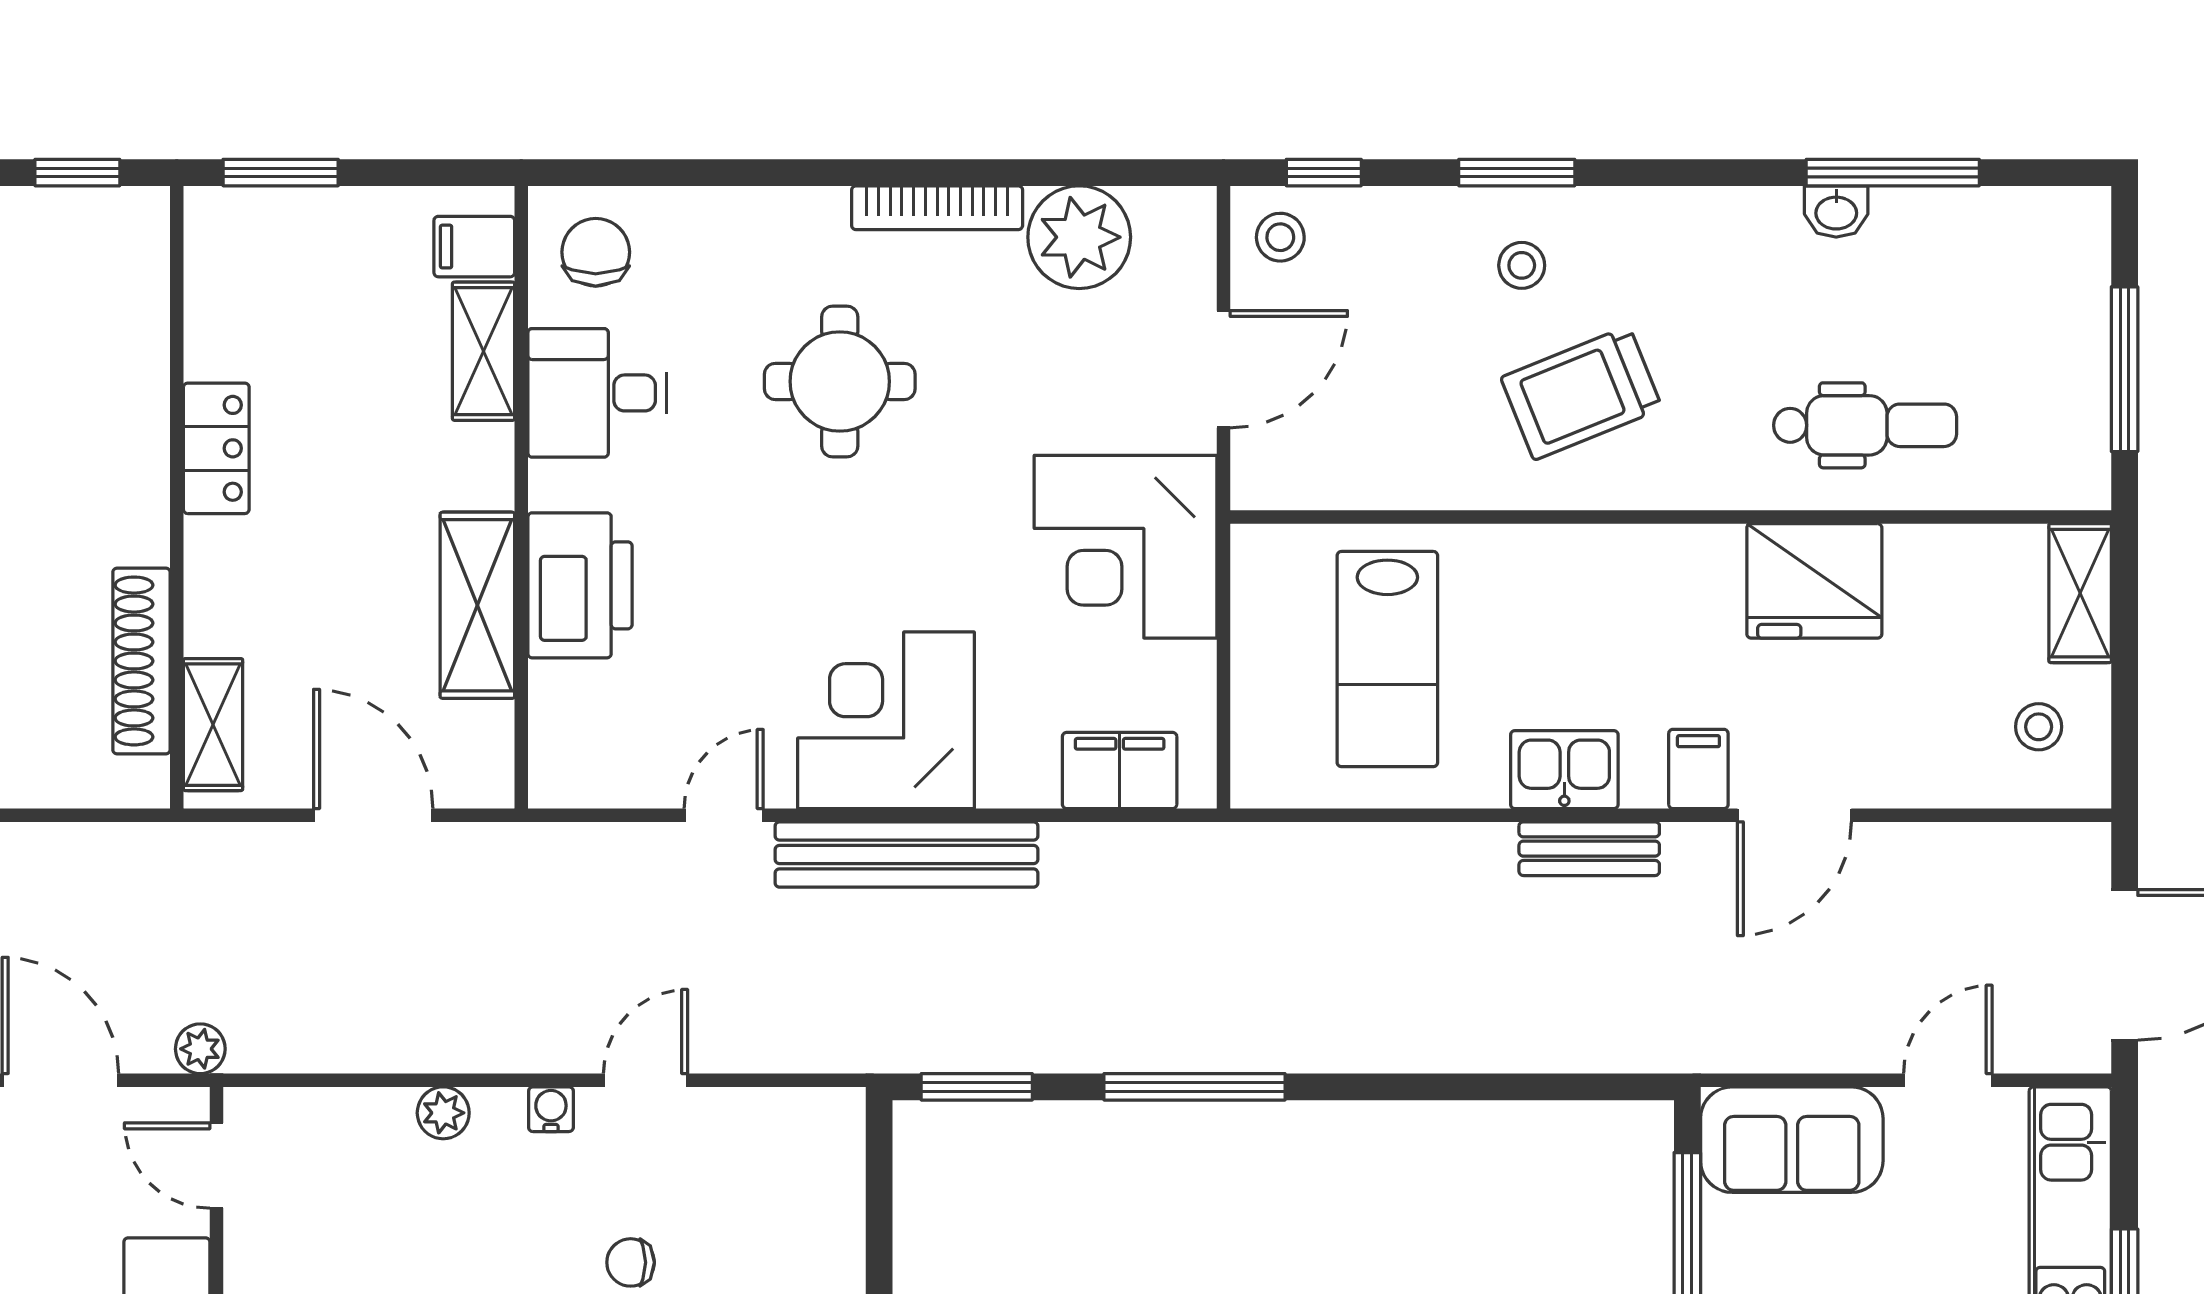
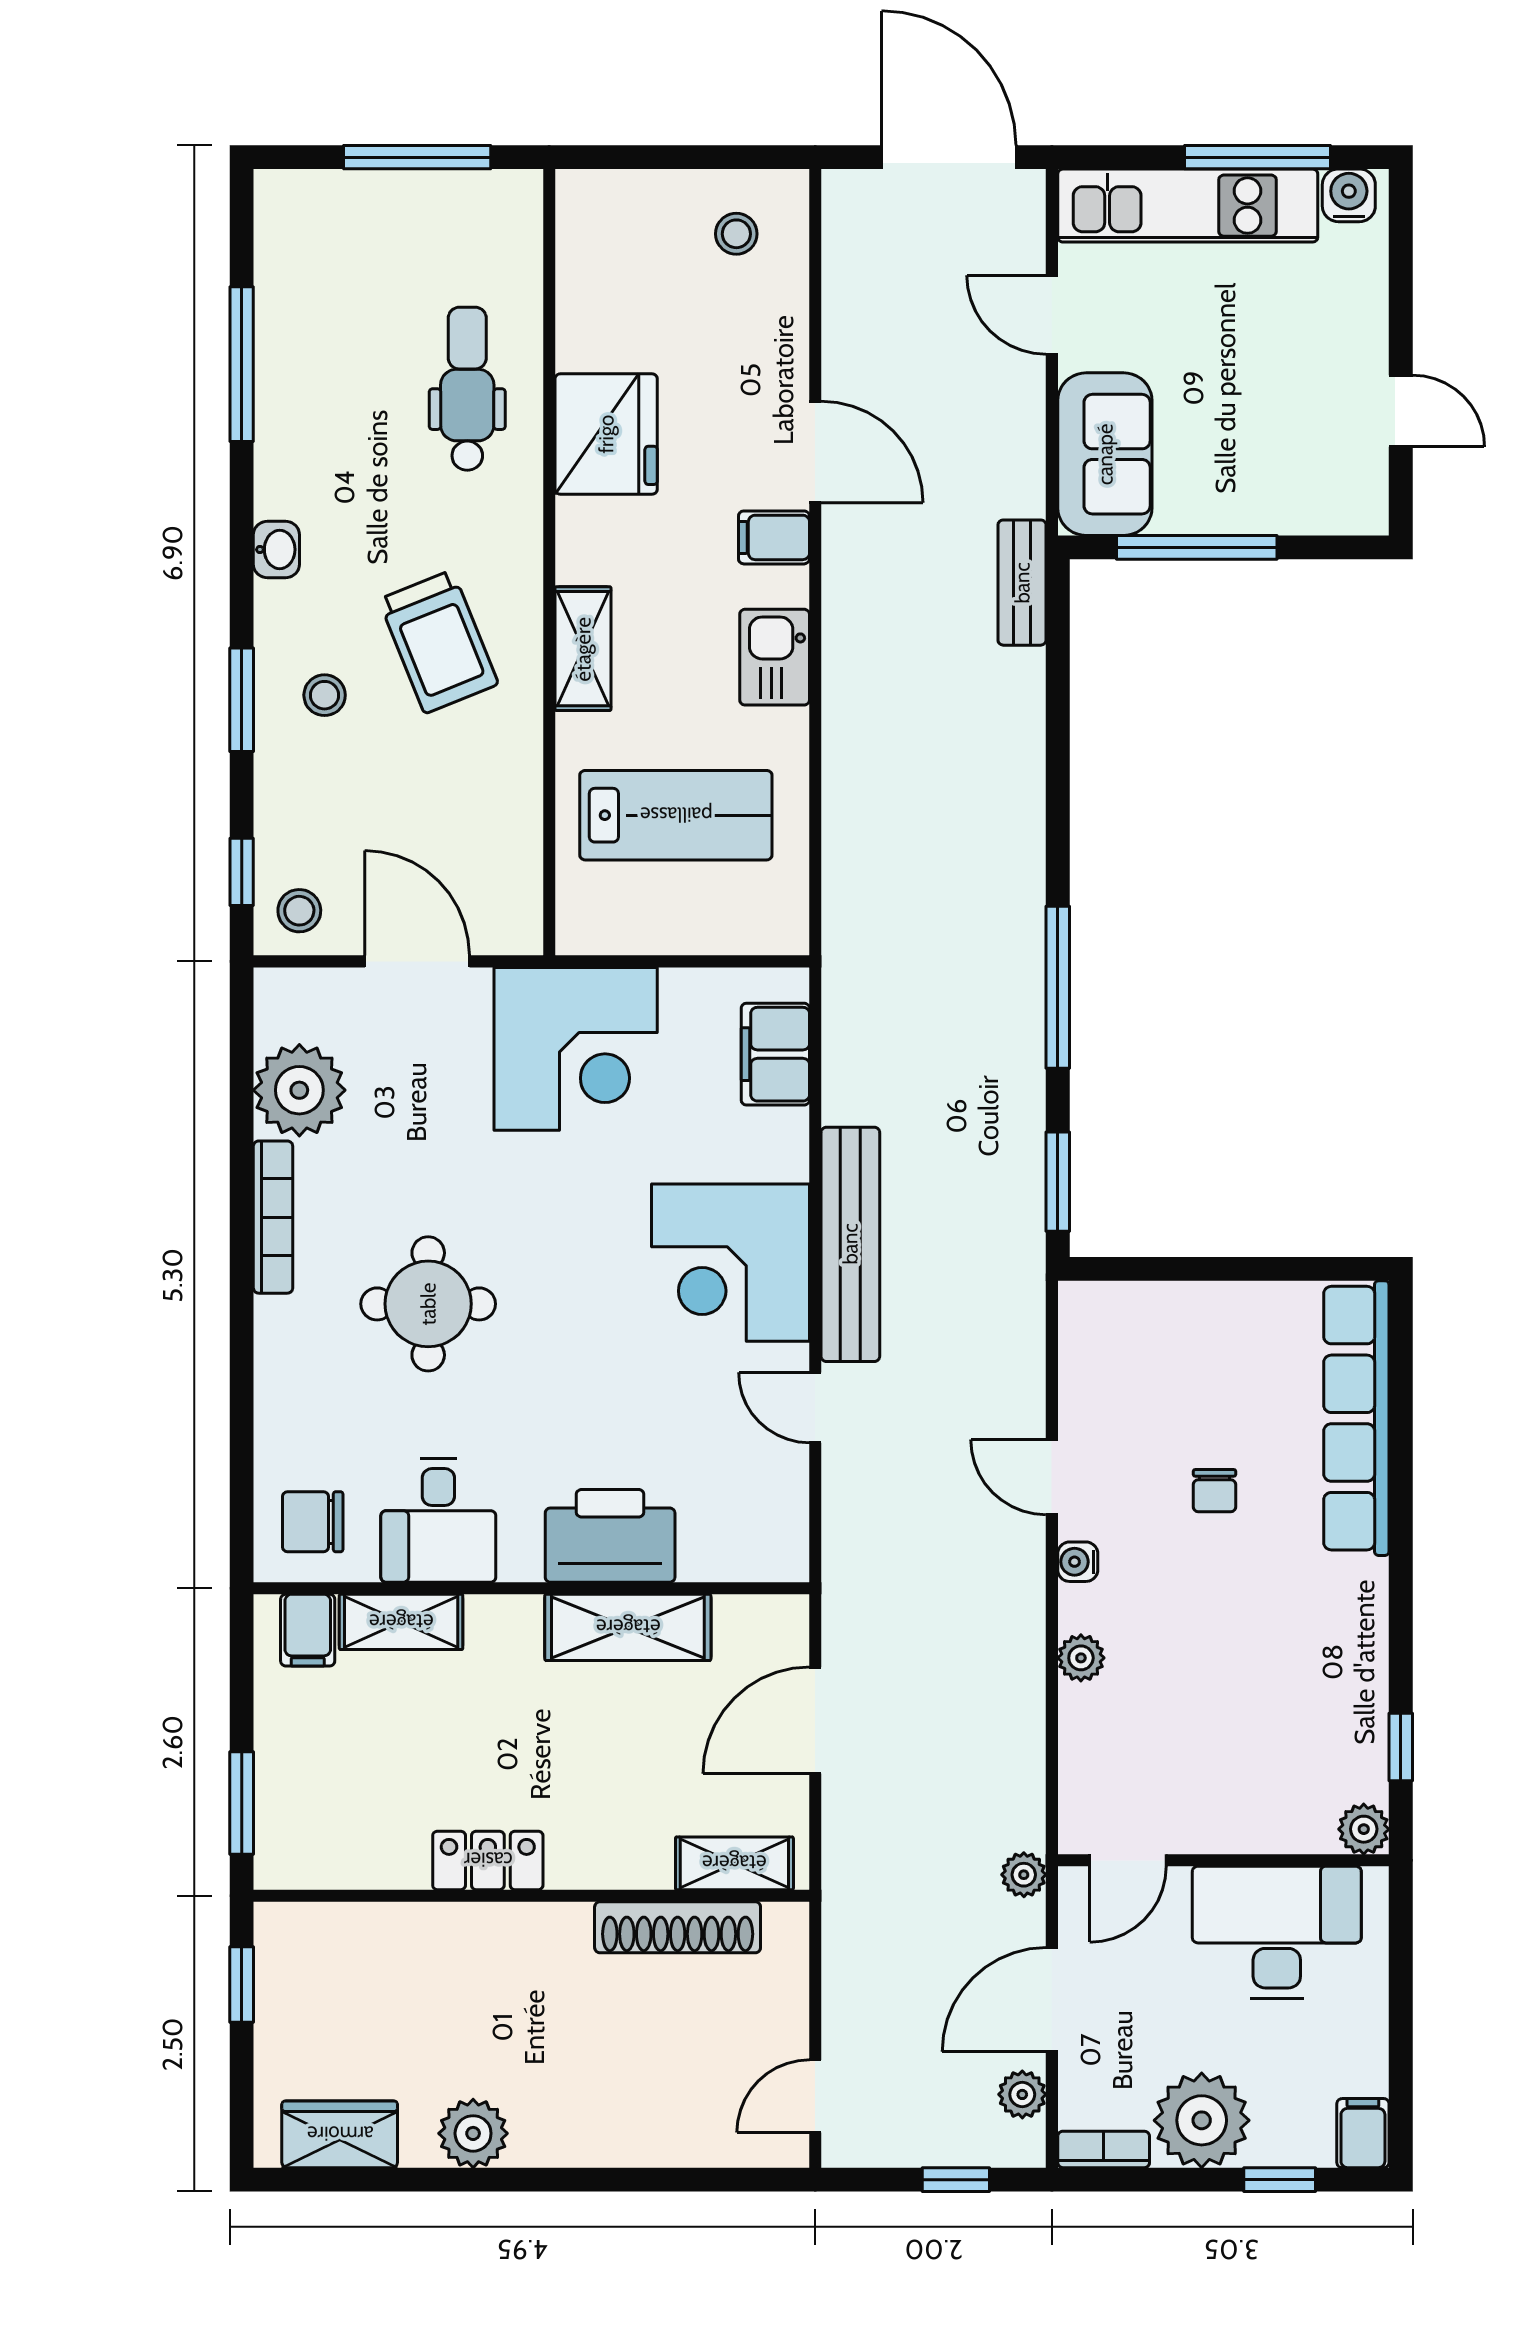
washbasin: (1836, 212) -> (276, 550), moved
shelving: (2080, 593) -> (583, 649), moved, turned 90
bench: (1589, 849) -> (1022, 583), moved

